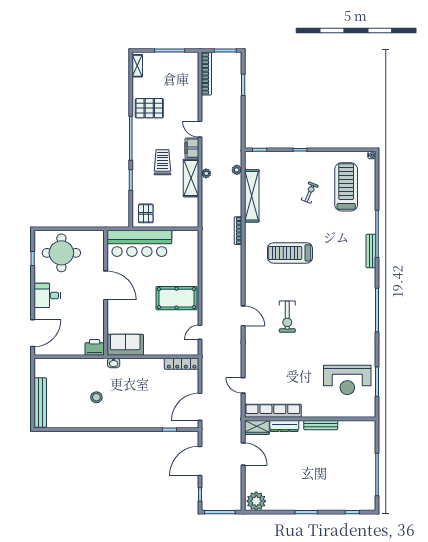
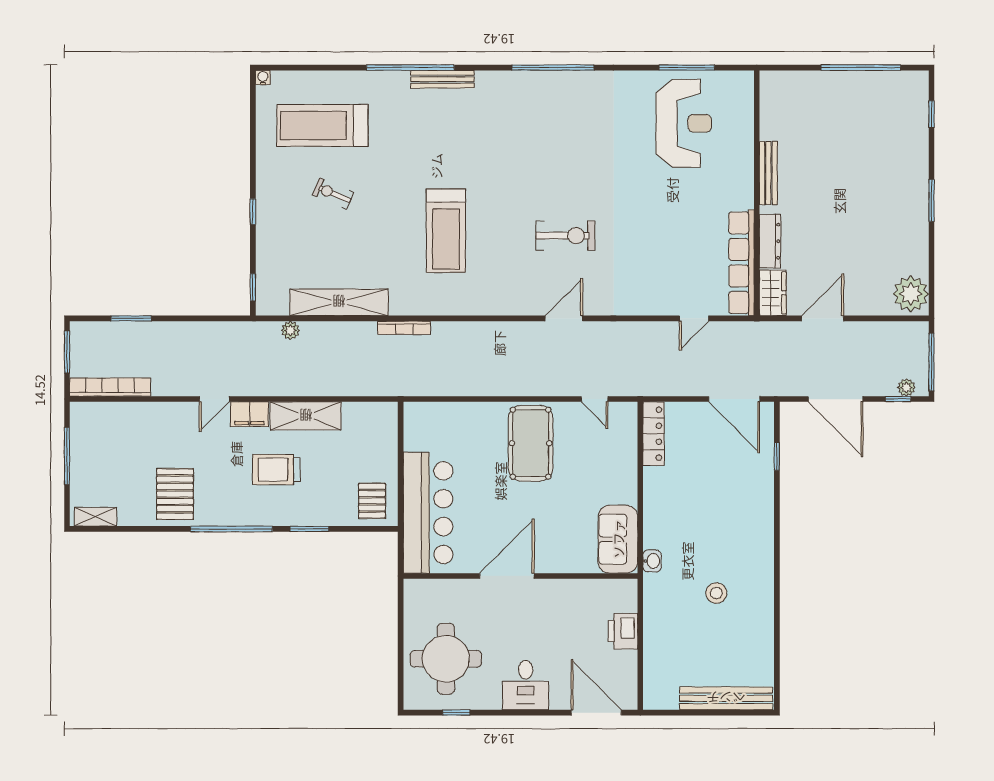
plant: (206, 173) -> (906, 387), moved
pallet: (146, 213) -> (372, 501), turned 90
printer: (95, 347) -> (623, 631), moved

